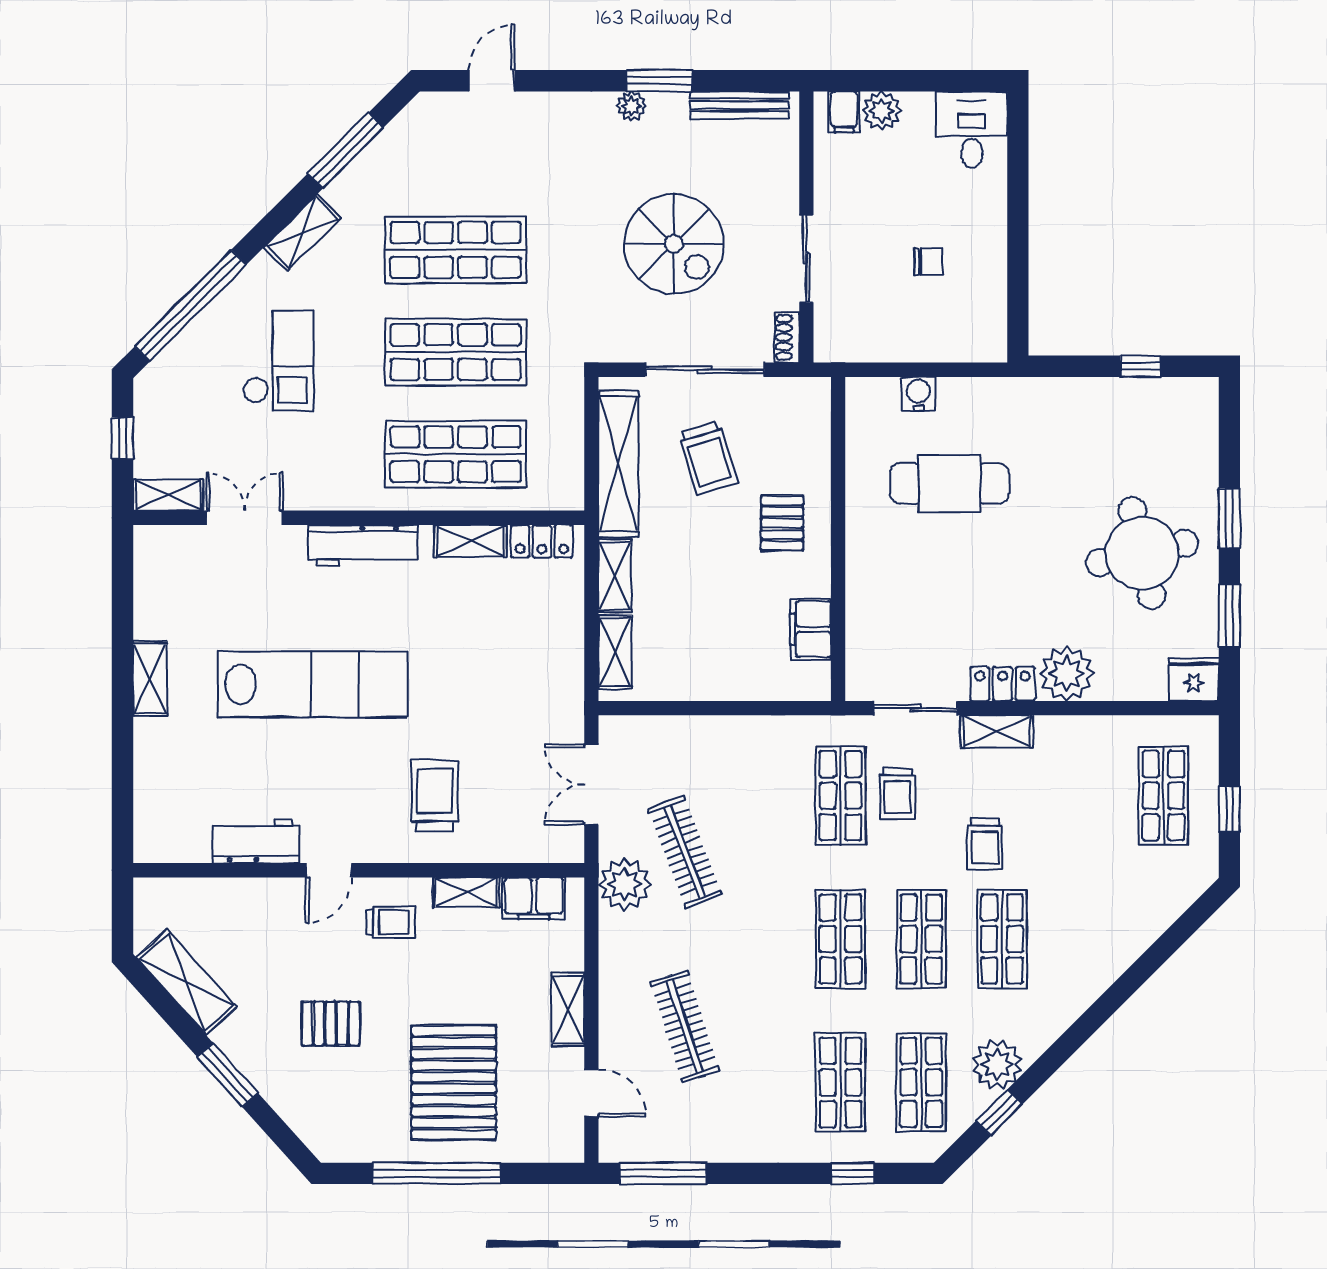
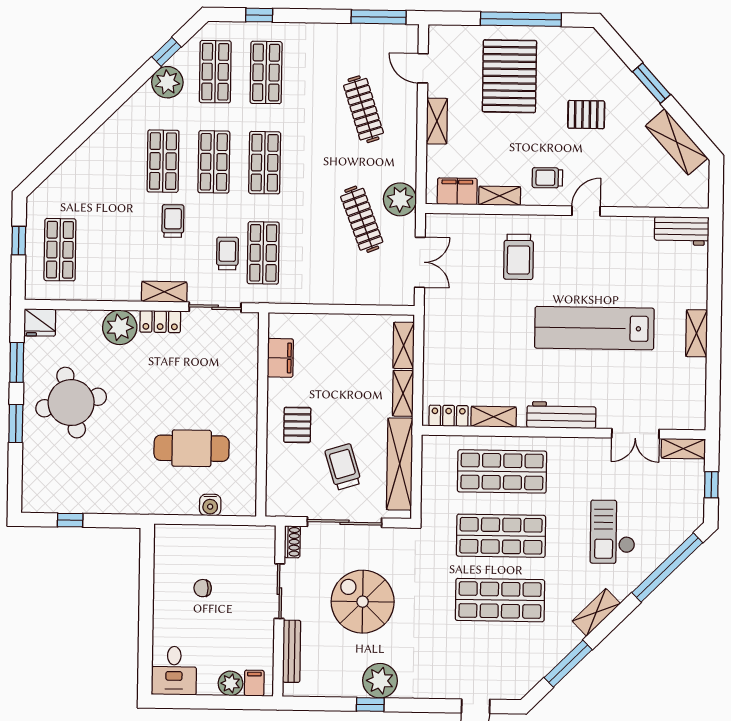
window: (659, 81) -> (370, 704), width x0.67
bench: (739, 105) -> (292, 651), moved, turned 90
plant: (631, 106) -> (380, 681), width x1.88, depth x1.88
workbench: (256, 841) -> (682, 231), moved

